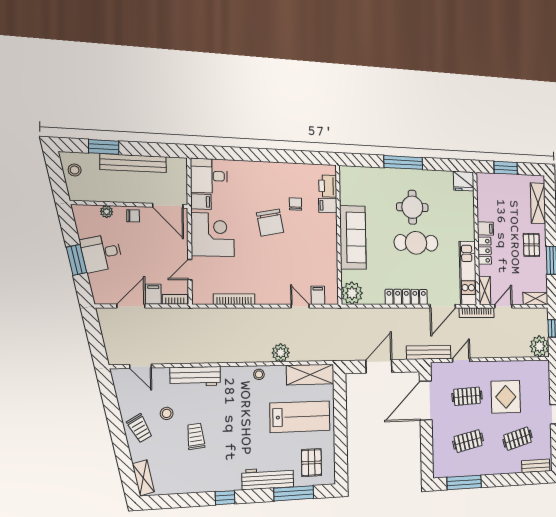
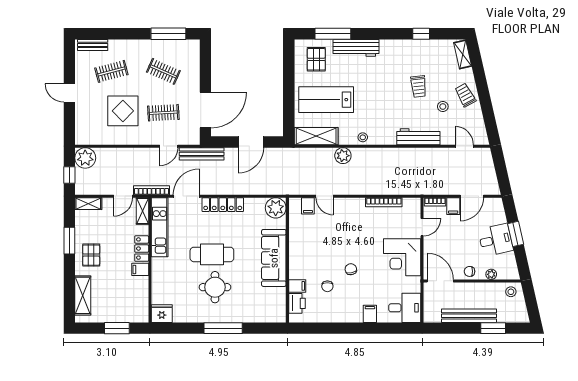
stool: (75, 170) -> (511, 292), moved
filing cabinet: (201, 202) -> (370, 314), moved, turned 90
chair: (270, 223) -> (351, 269), width x0.54, depth x0.54
clothes rail: (468, 441) -> (163, 71), turned 36
window: (225, 498) -> (421, 34), moved

